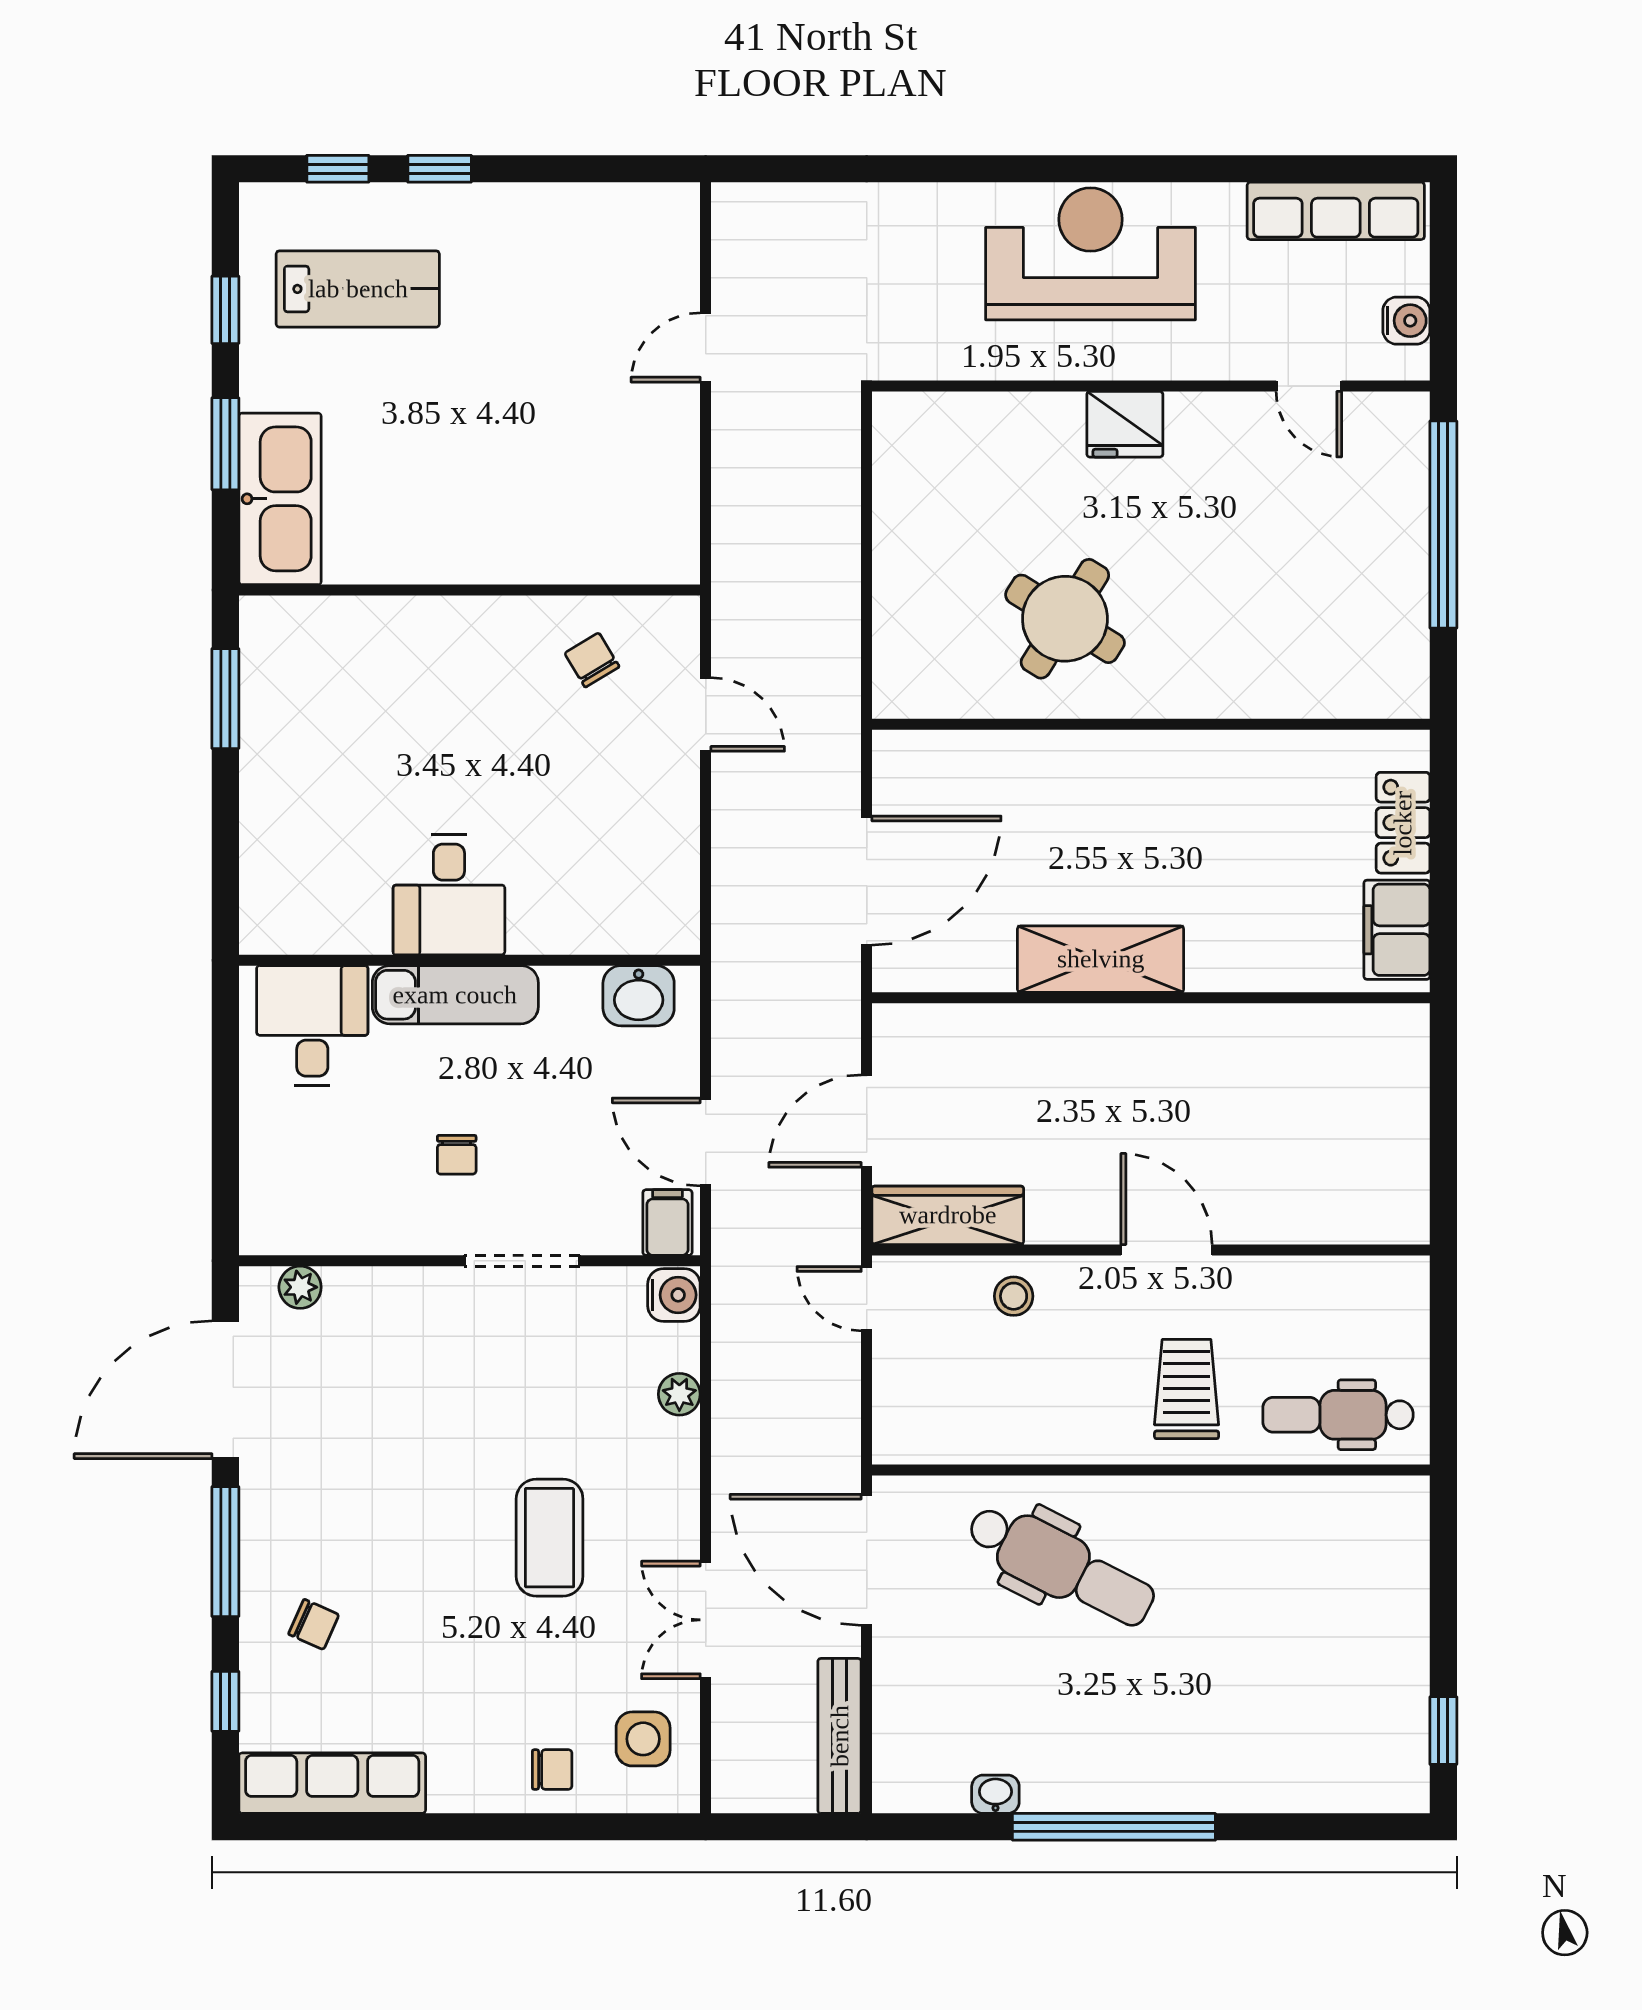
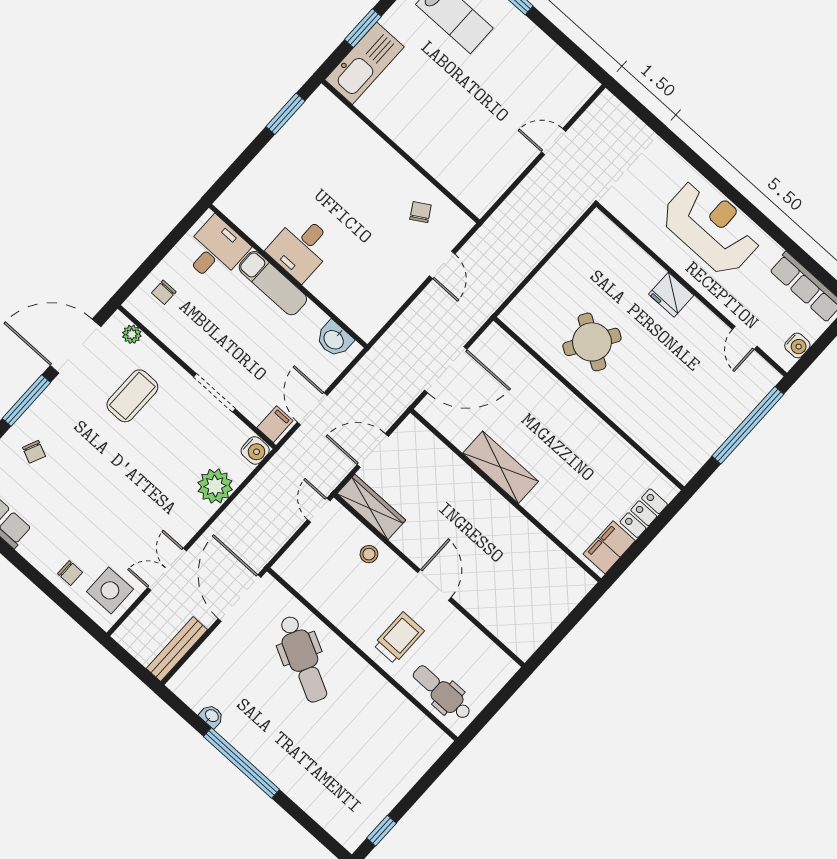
chair: (457, 1155) -> (164, 292), moved
plant: (679, 1394) -> (215, 486), width x1.87, depth x1.87
coffee table: (550, 1538) -> (132, 396), moved
side table: (643, 1739) -> (110, 590), width x1.37, depth x1.37

